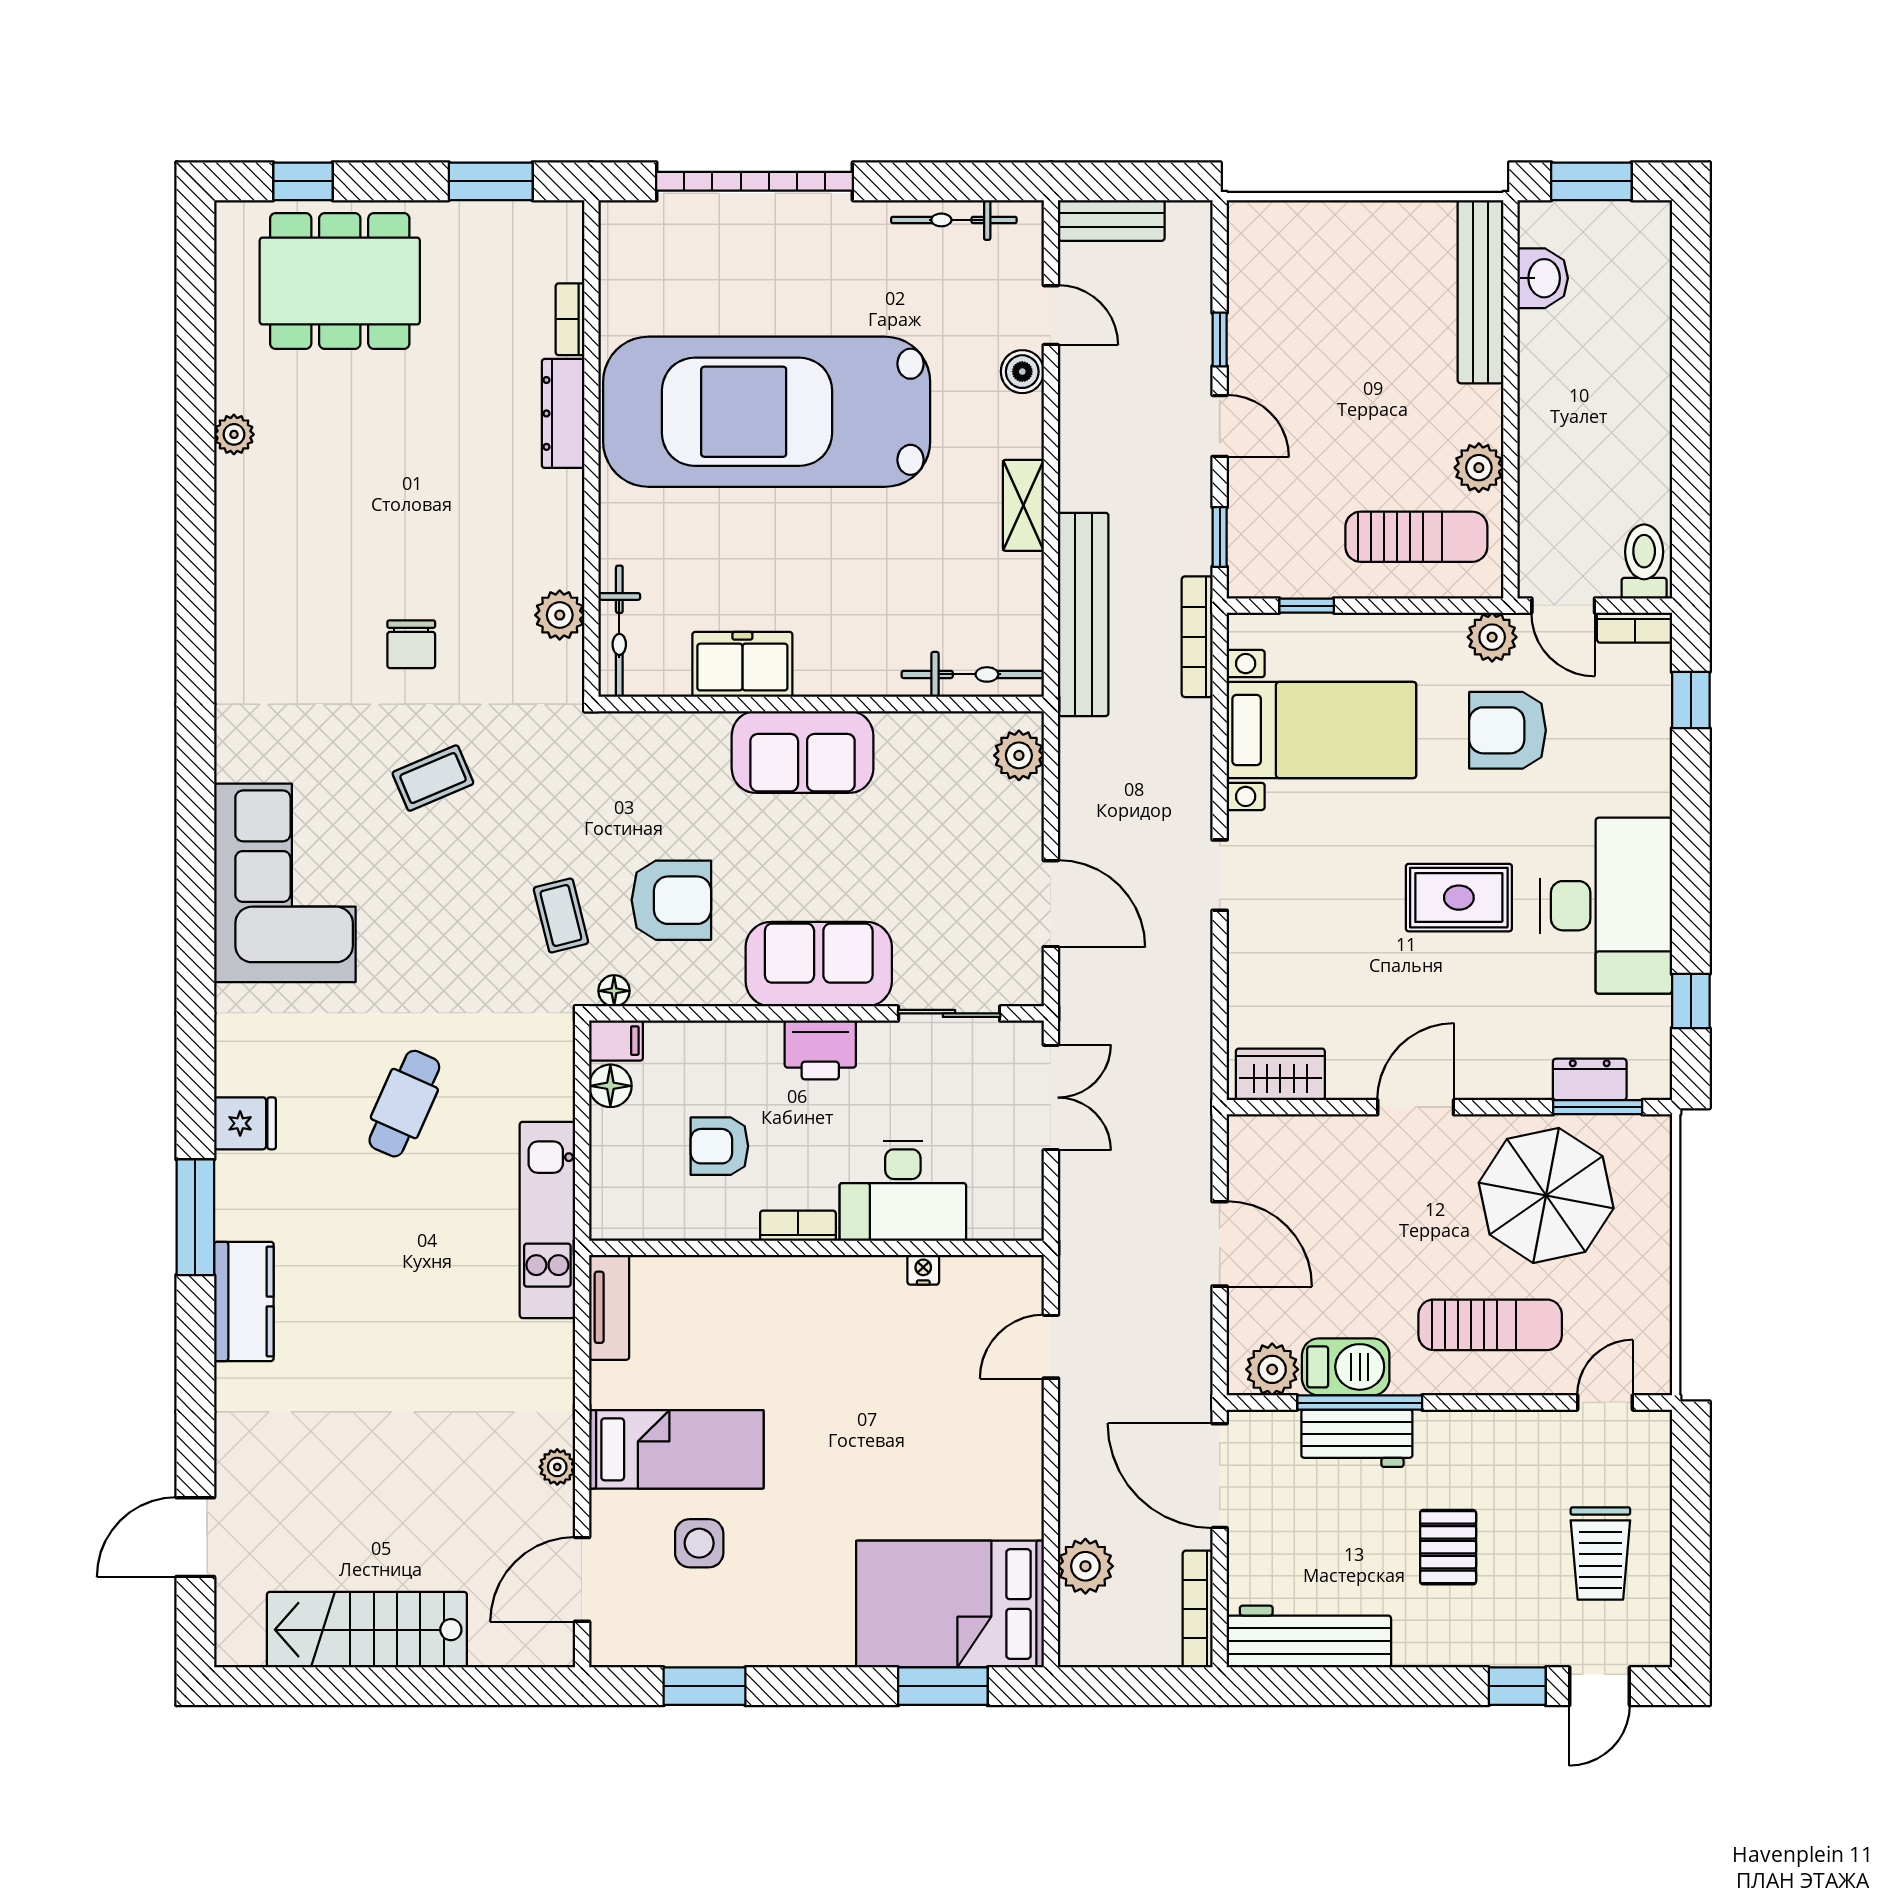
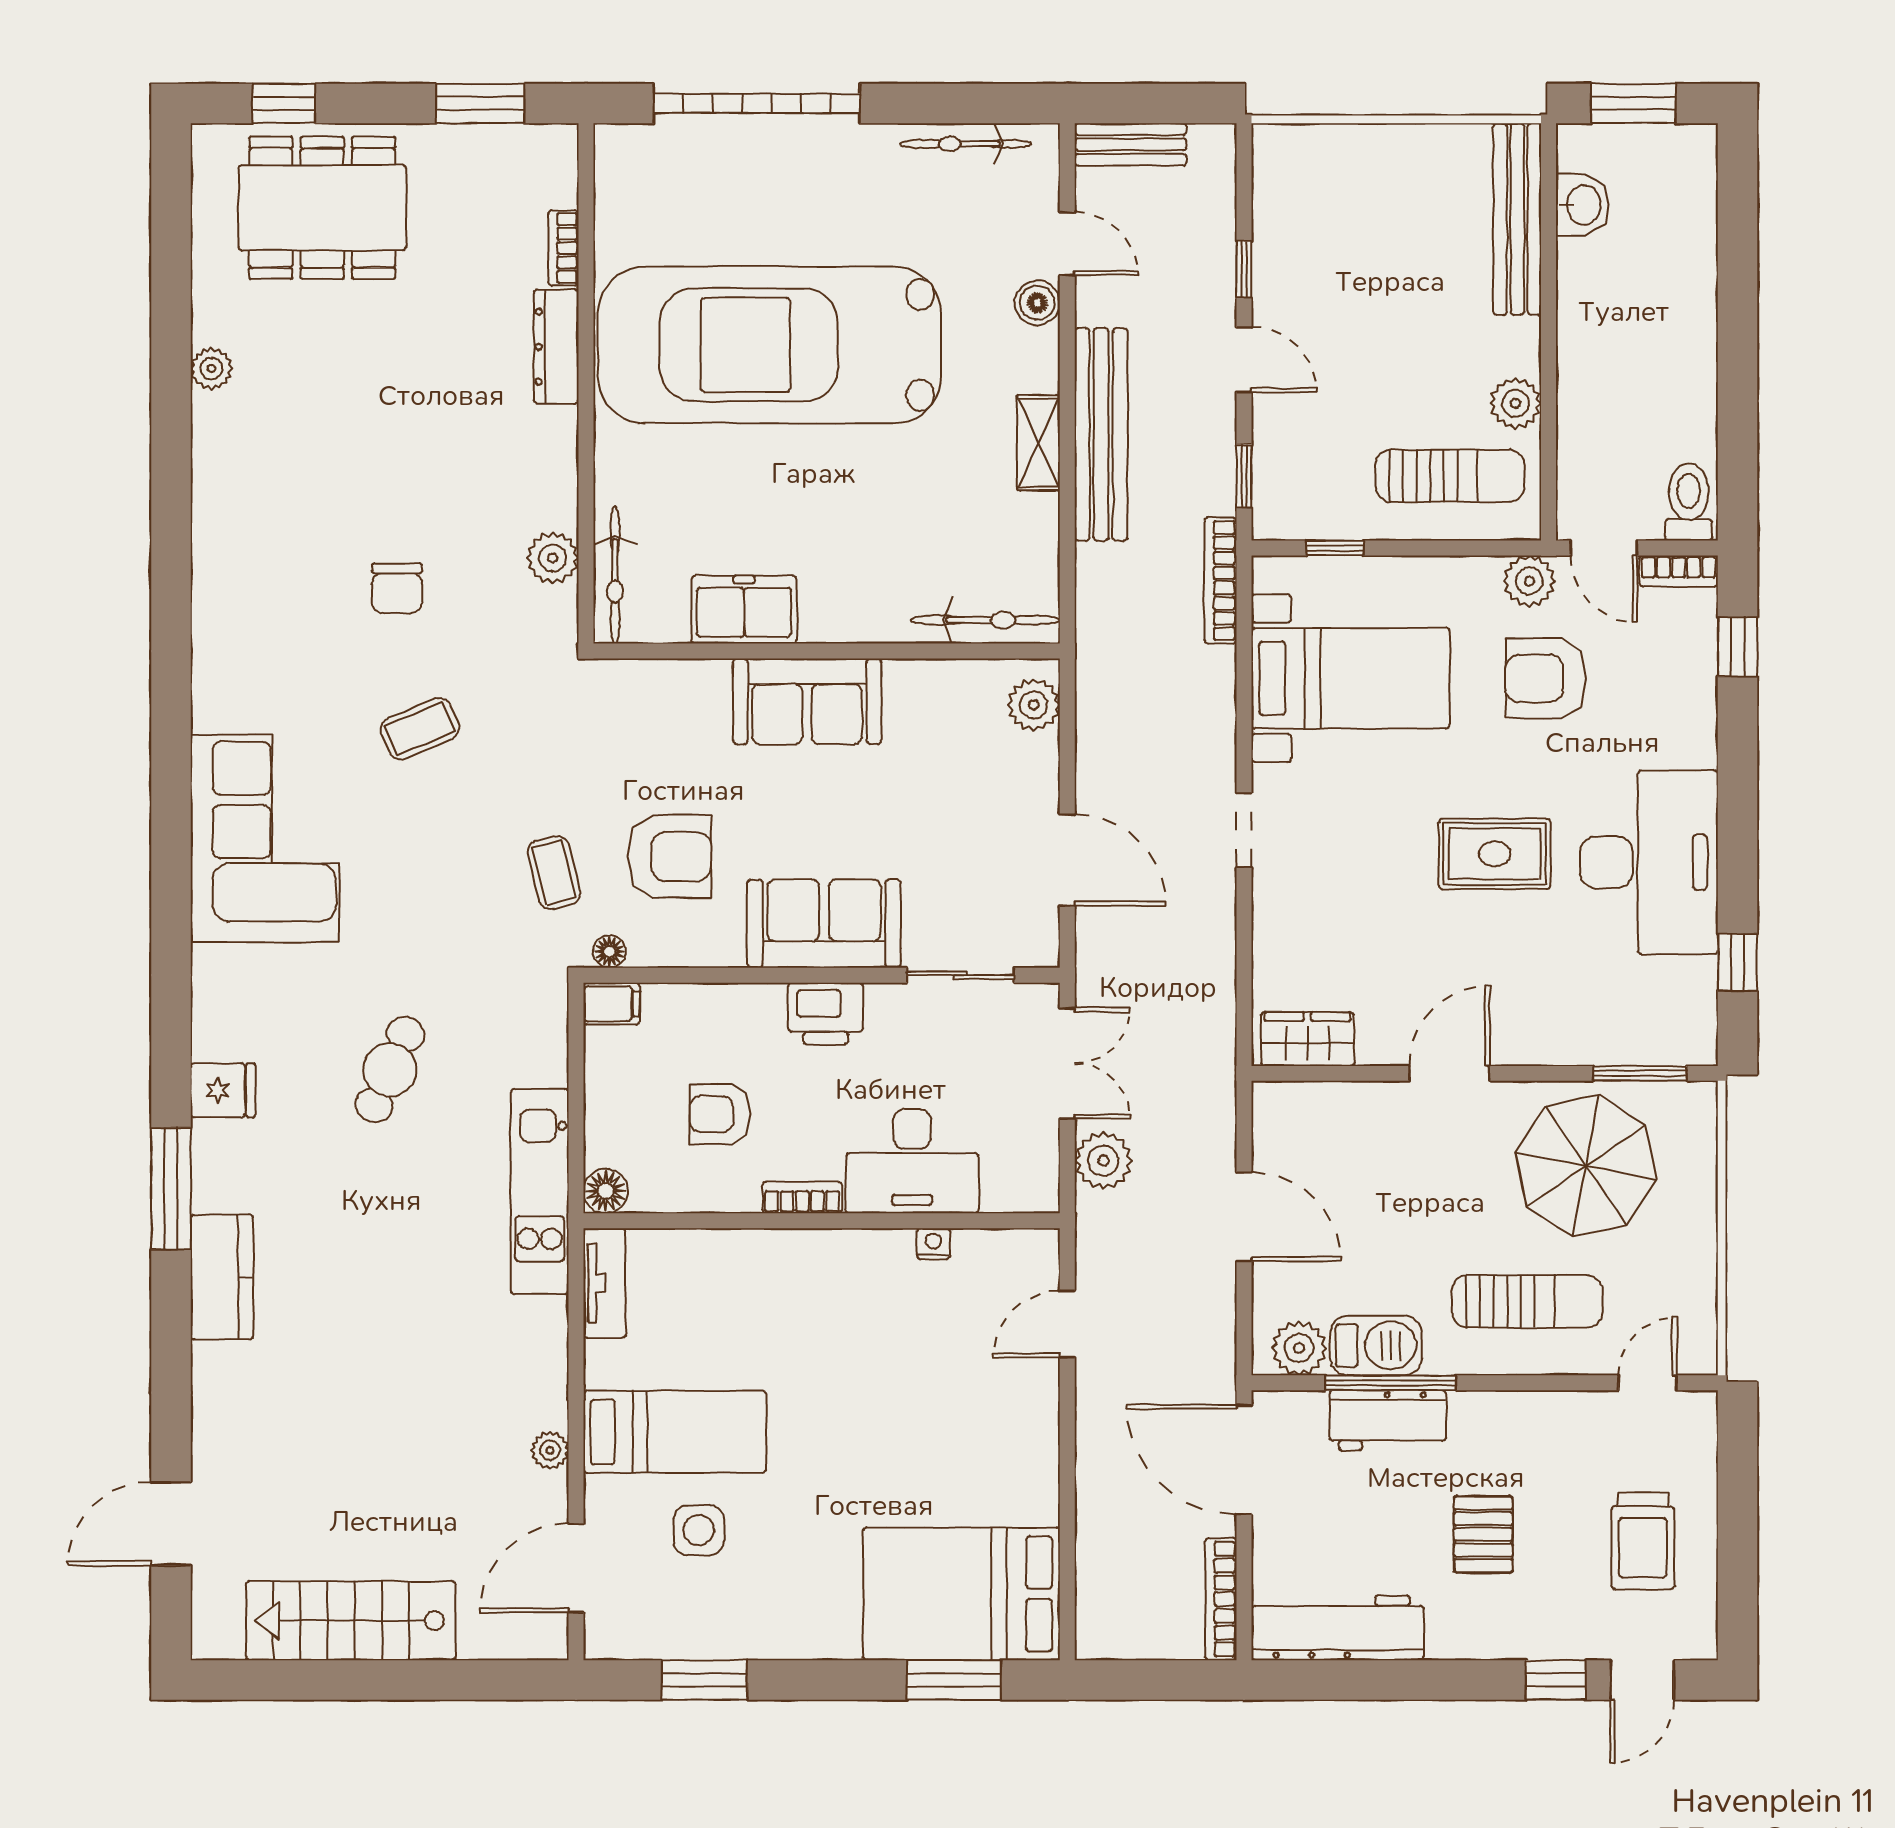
bench: (1083, 614) -> (1101, 434), moved
dresser: (1590, 1079) -> (1632, 1044), removed
floor lamp: (610, 1086) -> (606, 1191), moved
plant: (1085, 1566) -> (1103, 1161), moved

